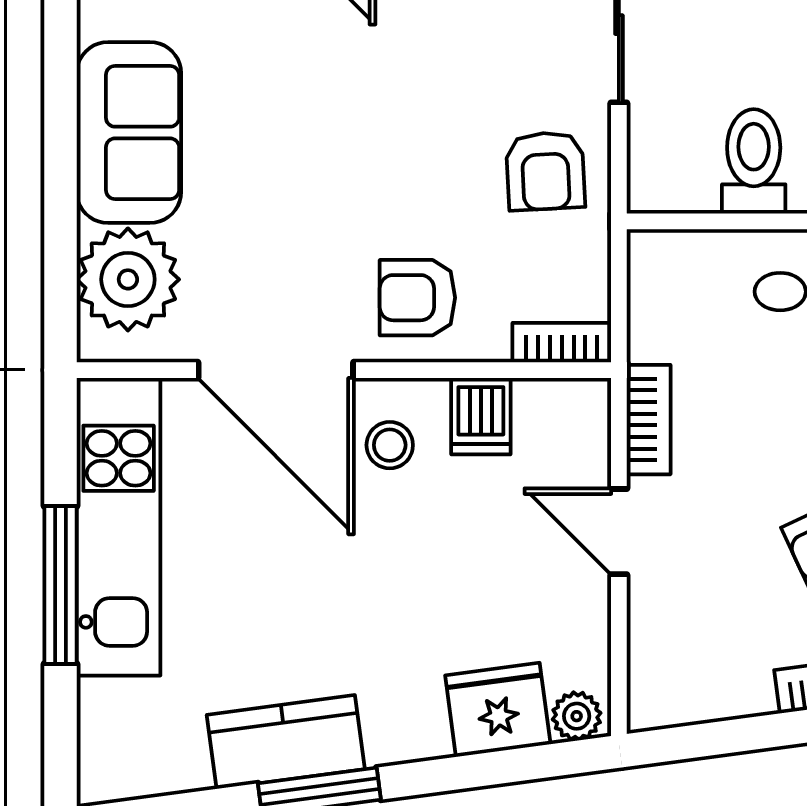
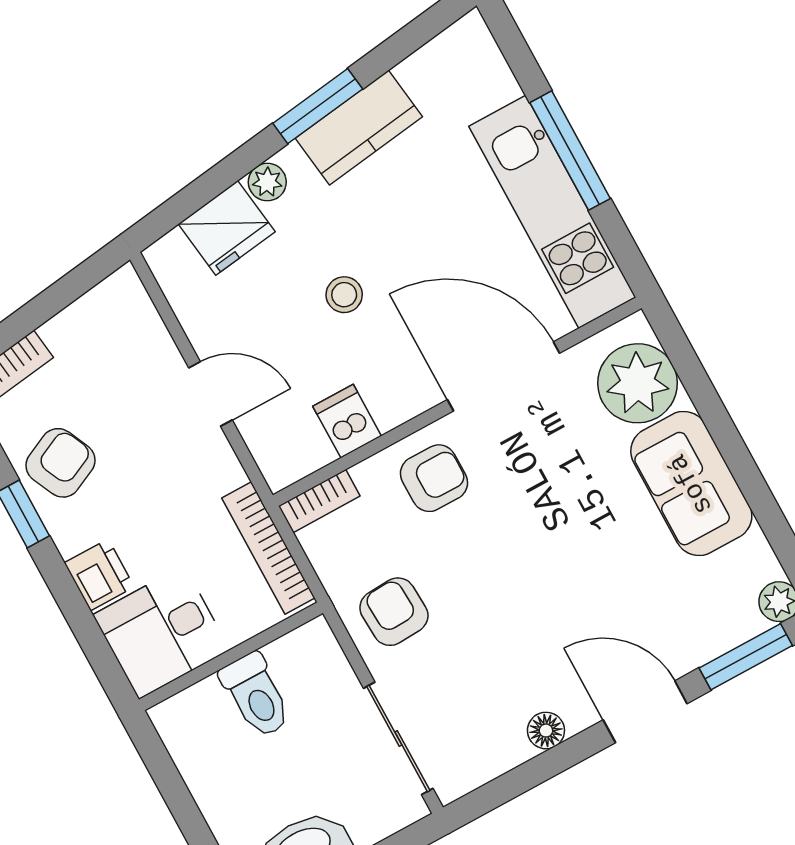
bookcase: (649, 420) -> (268, 548), moved, width x1.56
stool: (390, 445) -> (344, 295), moved
plant: (577, 716) -> (267, 182), moved

